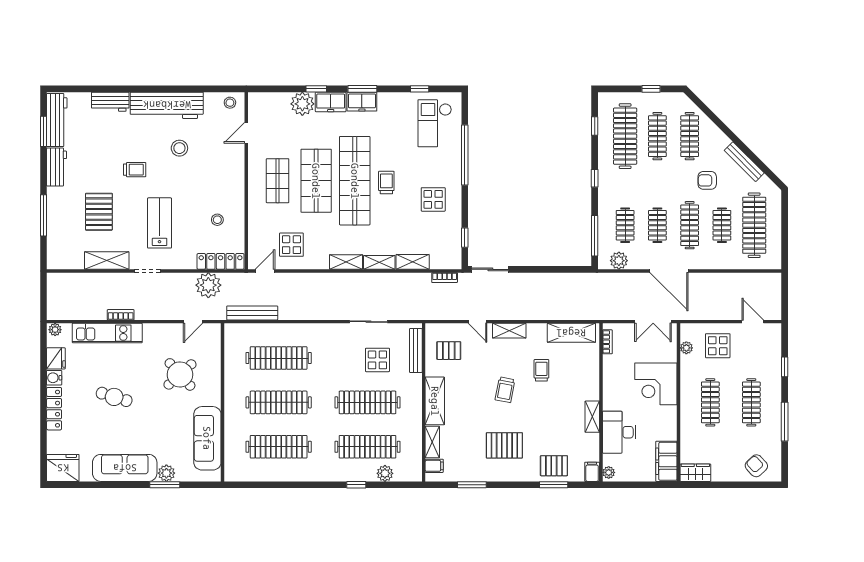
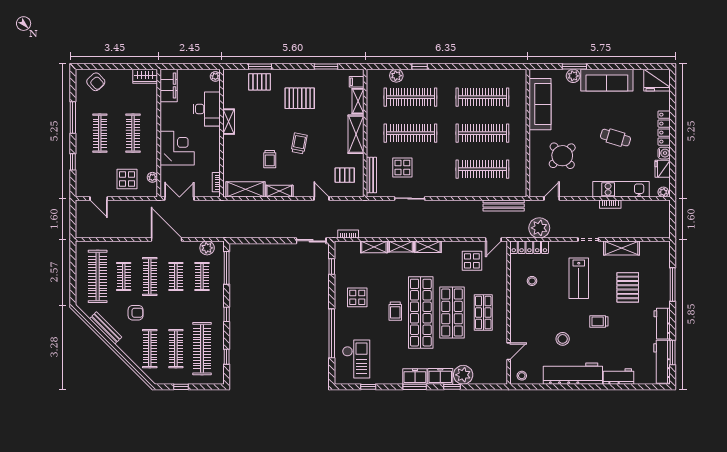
shelving: (509, 331) -> (279, 191), moved
filing cabinet: (592, 472) -> (229, 77), removed

